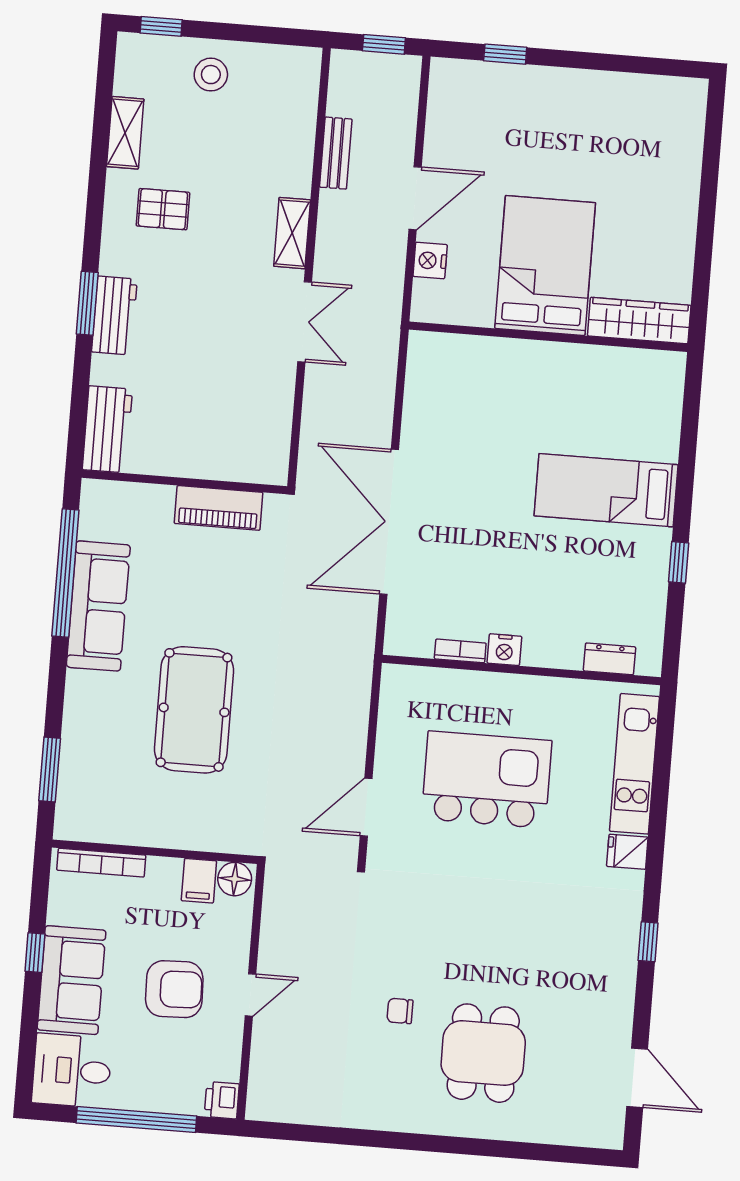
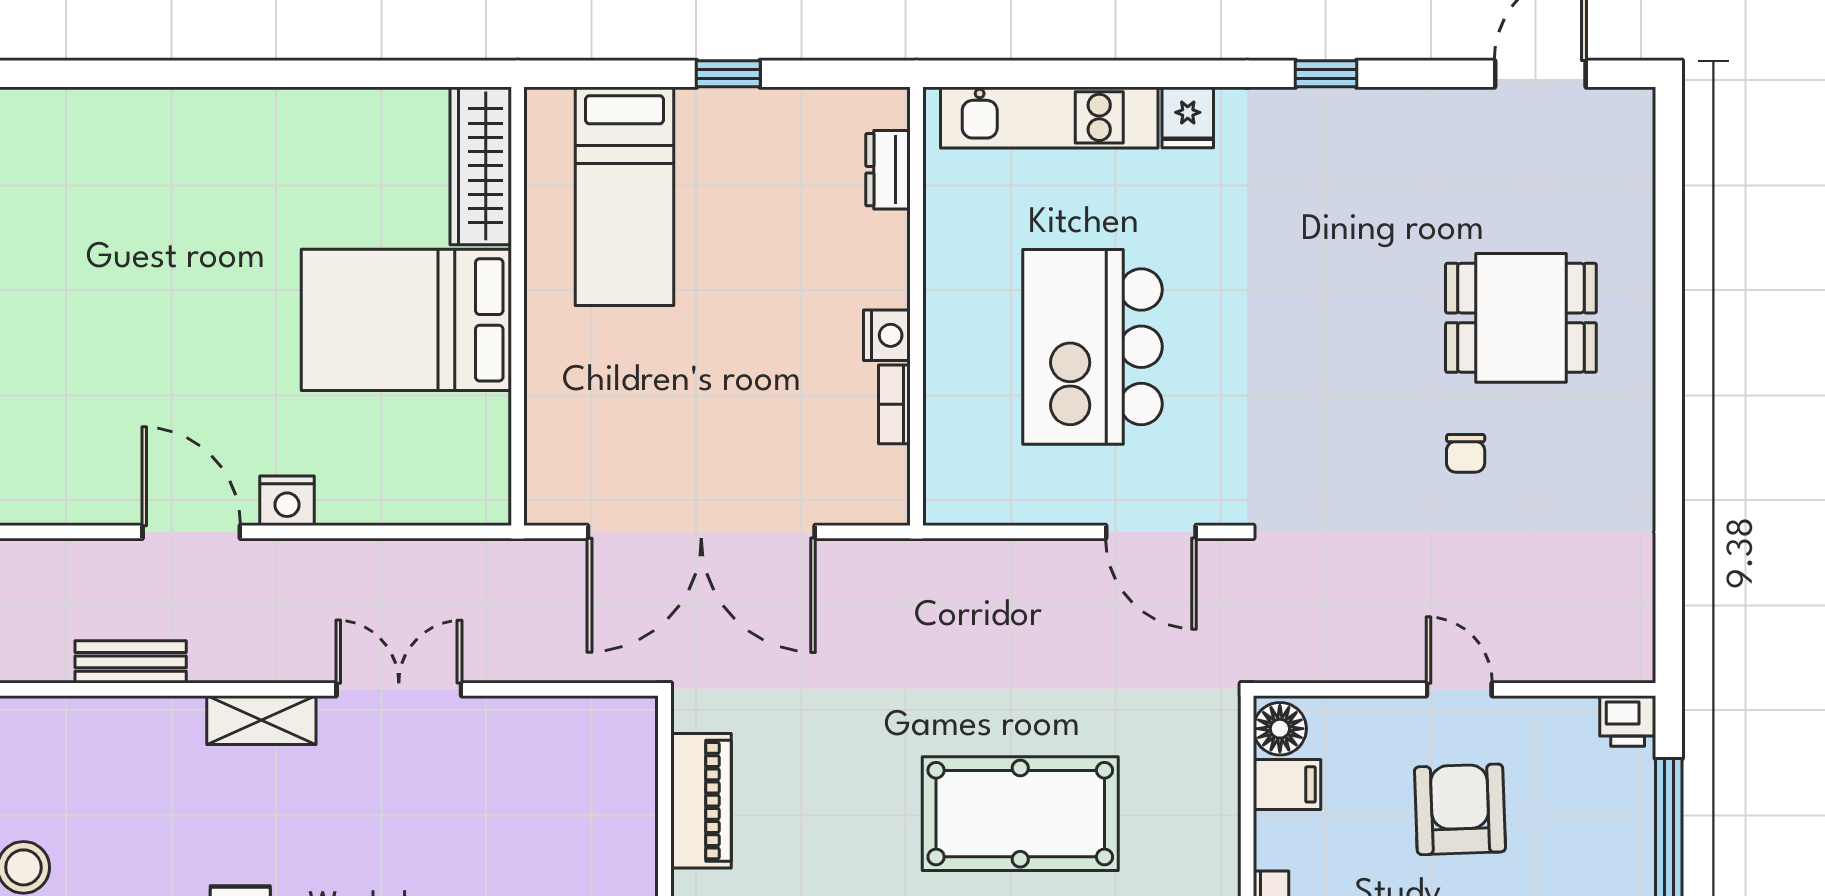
bed: (545, 266) -> (406, 320), moved
wardrobe: (639, 321) -> (481, 166), moved
wall: (548, 337) -> (518, 306), moved

